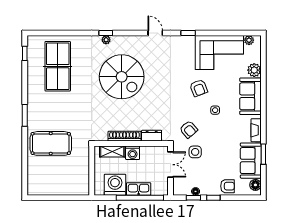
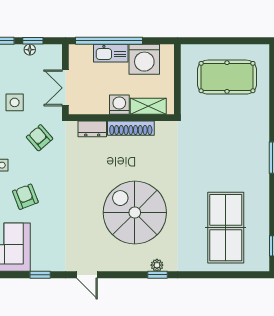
pool table: (51, 143) -> (227, 77), moved
side table: (195, 152) -> (15, 102), moved

